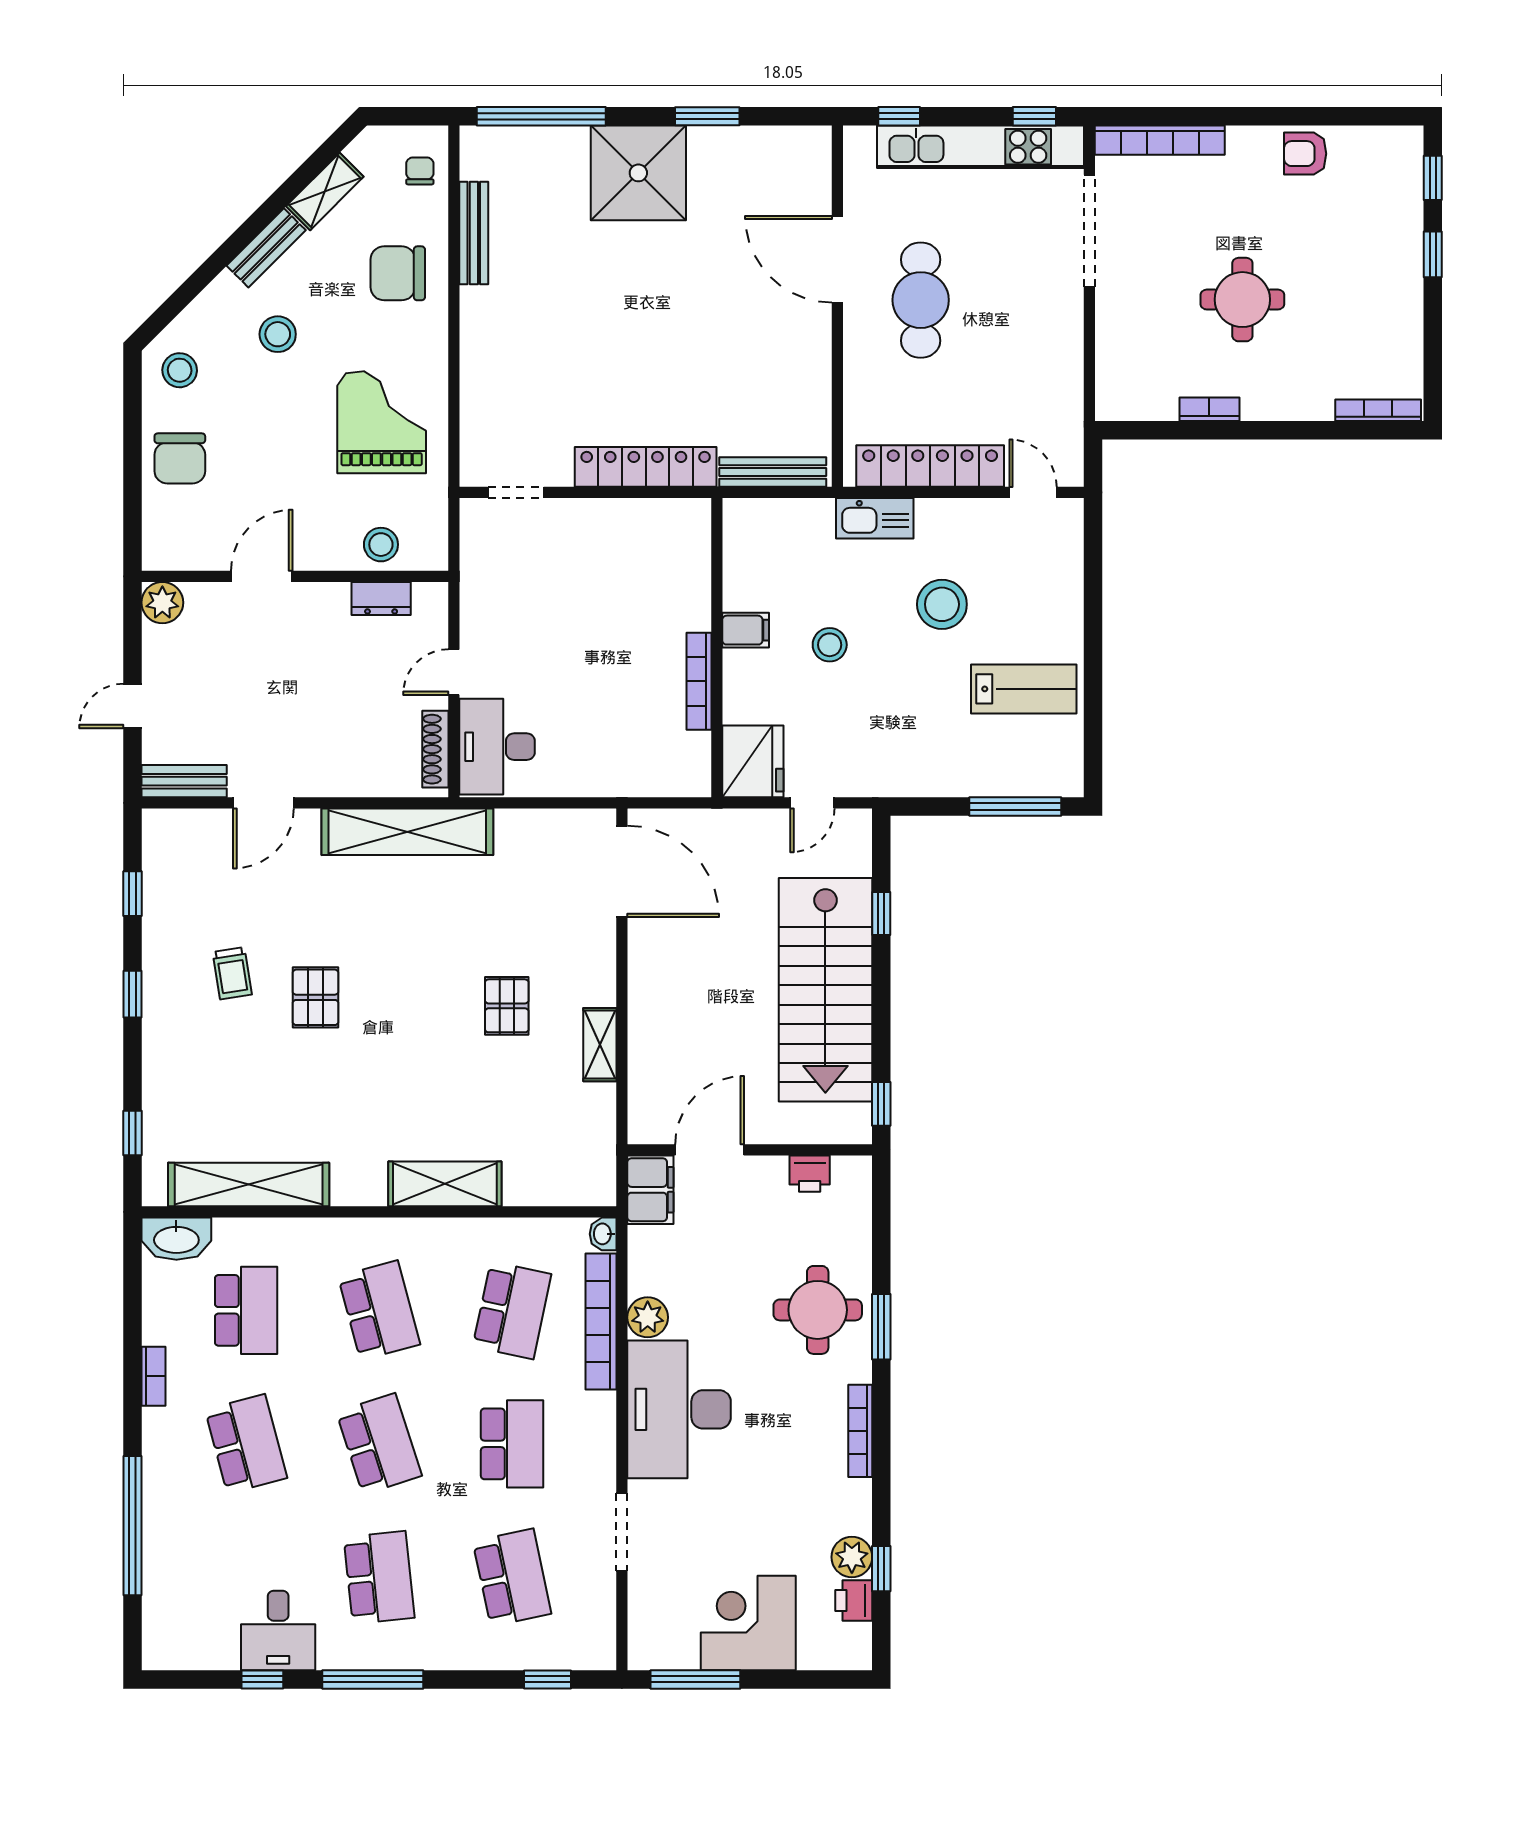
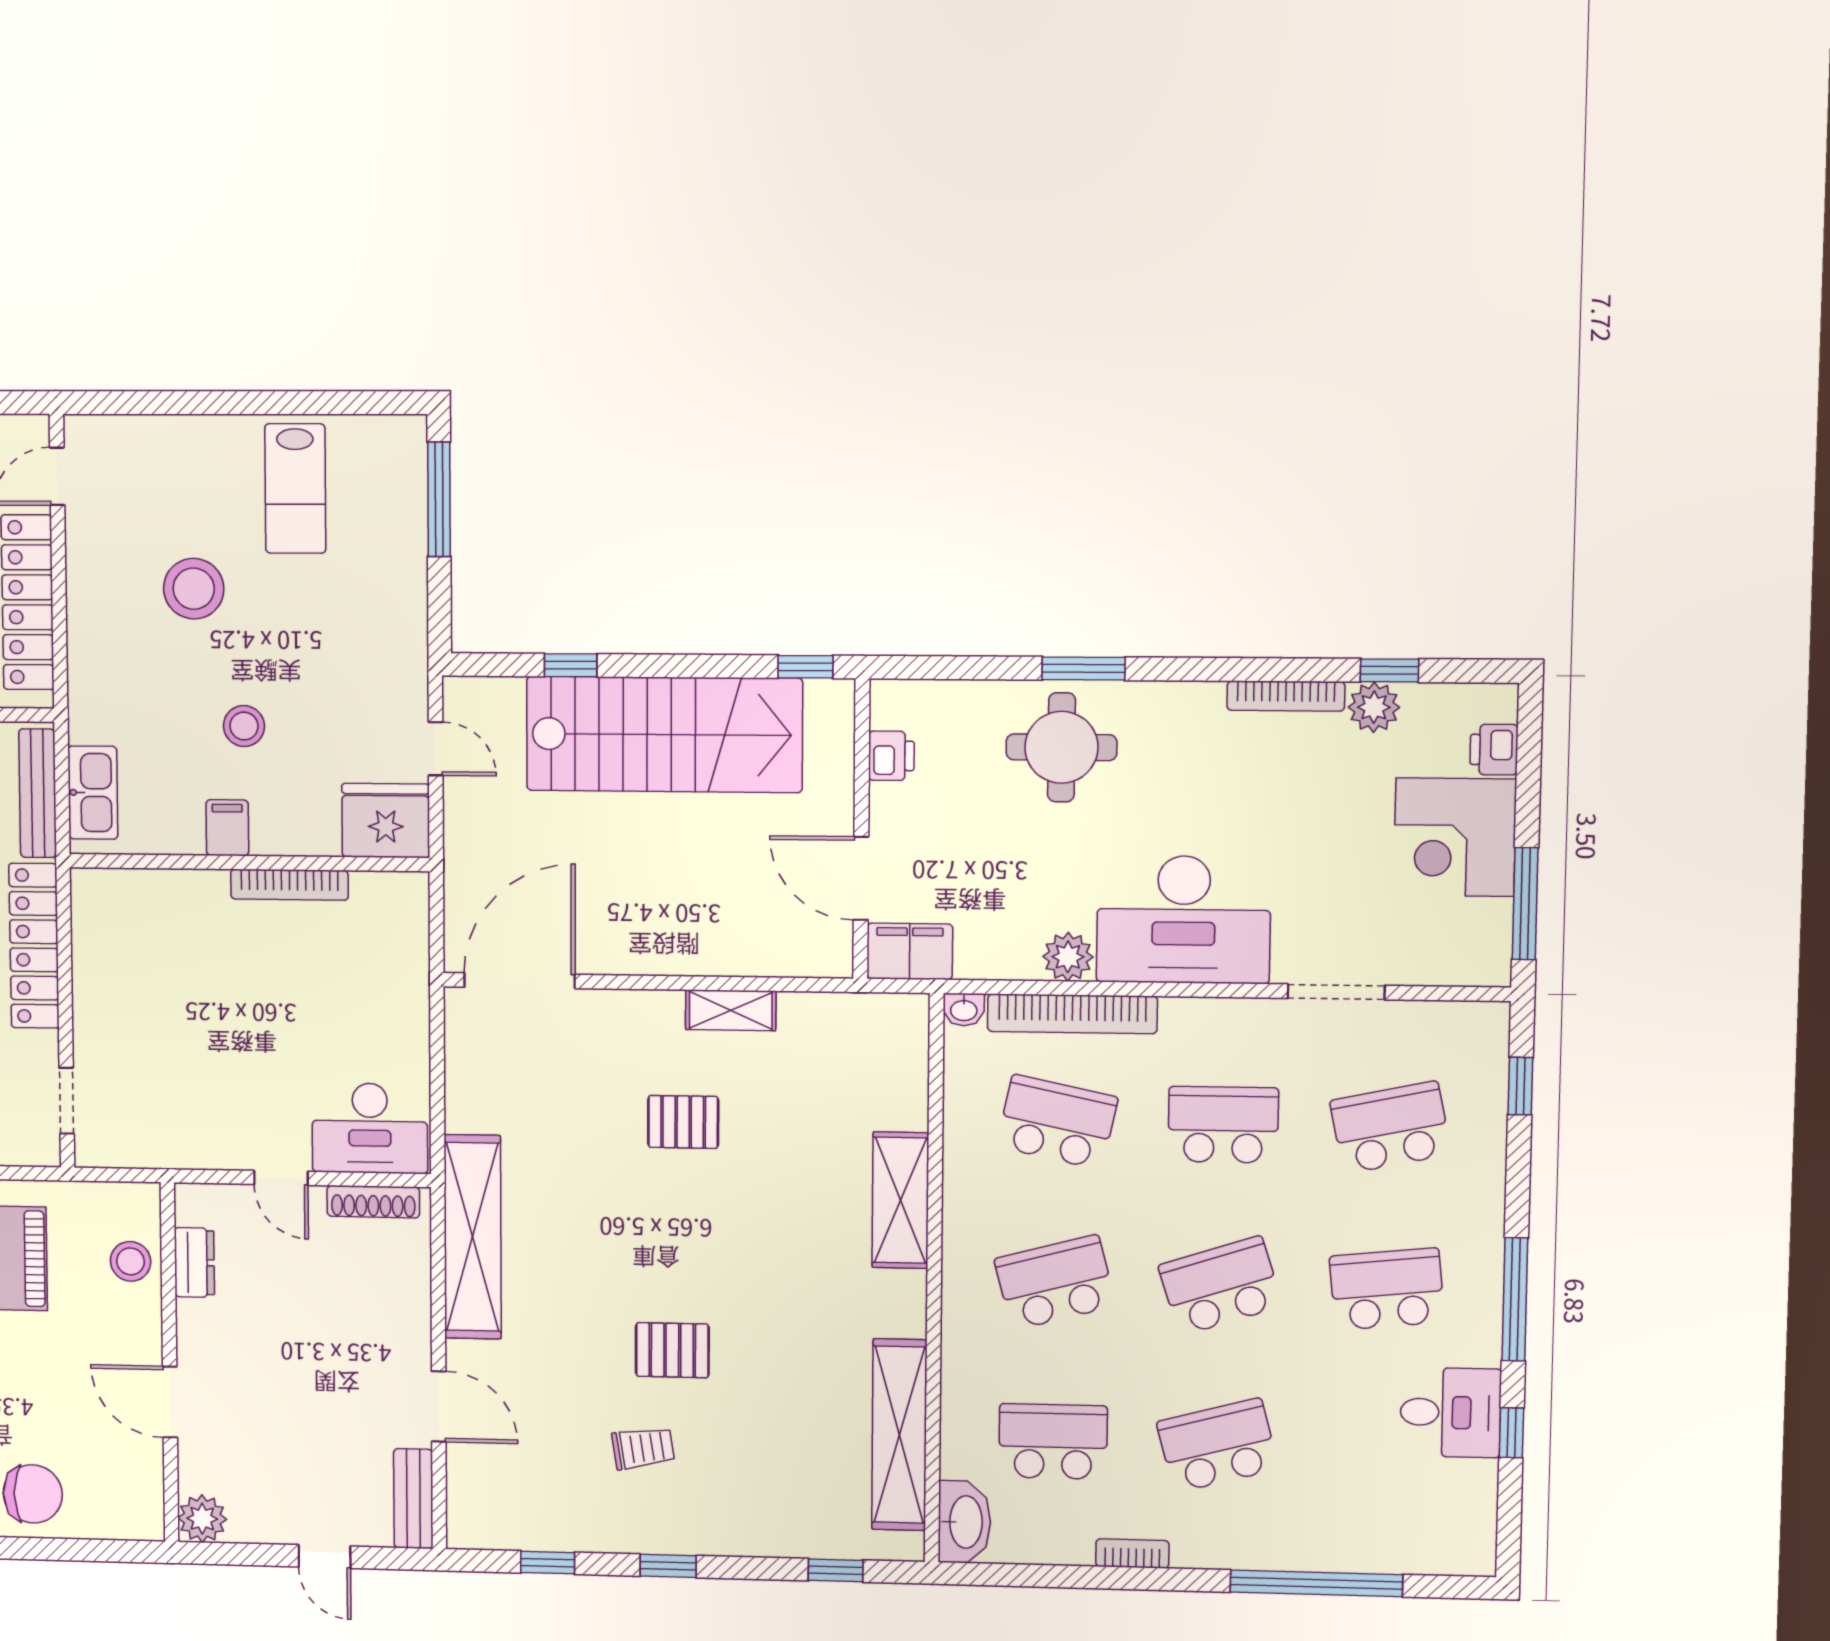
kitchen sink: (875, 518) -> (93, 793), moved
lab bench: (1024, 689) -> (295, 489), turned 180
bookcase: (860, 1431) -> (1286, 696), moved
printer: (854, 1601) -> (1494, 750), moved, turned 90

